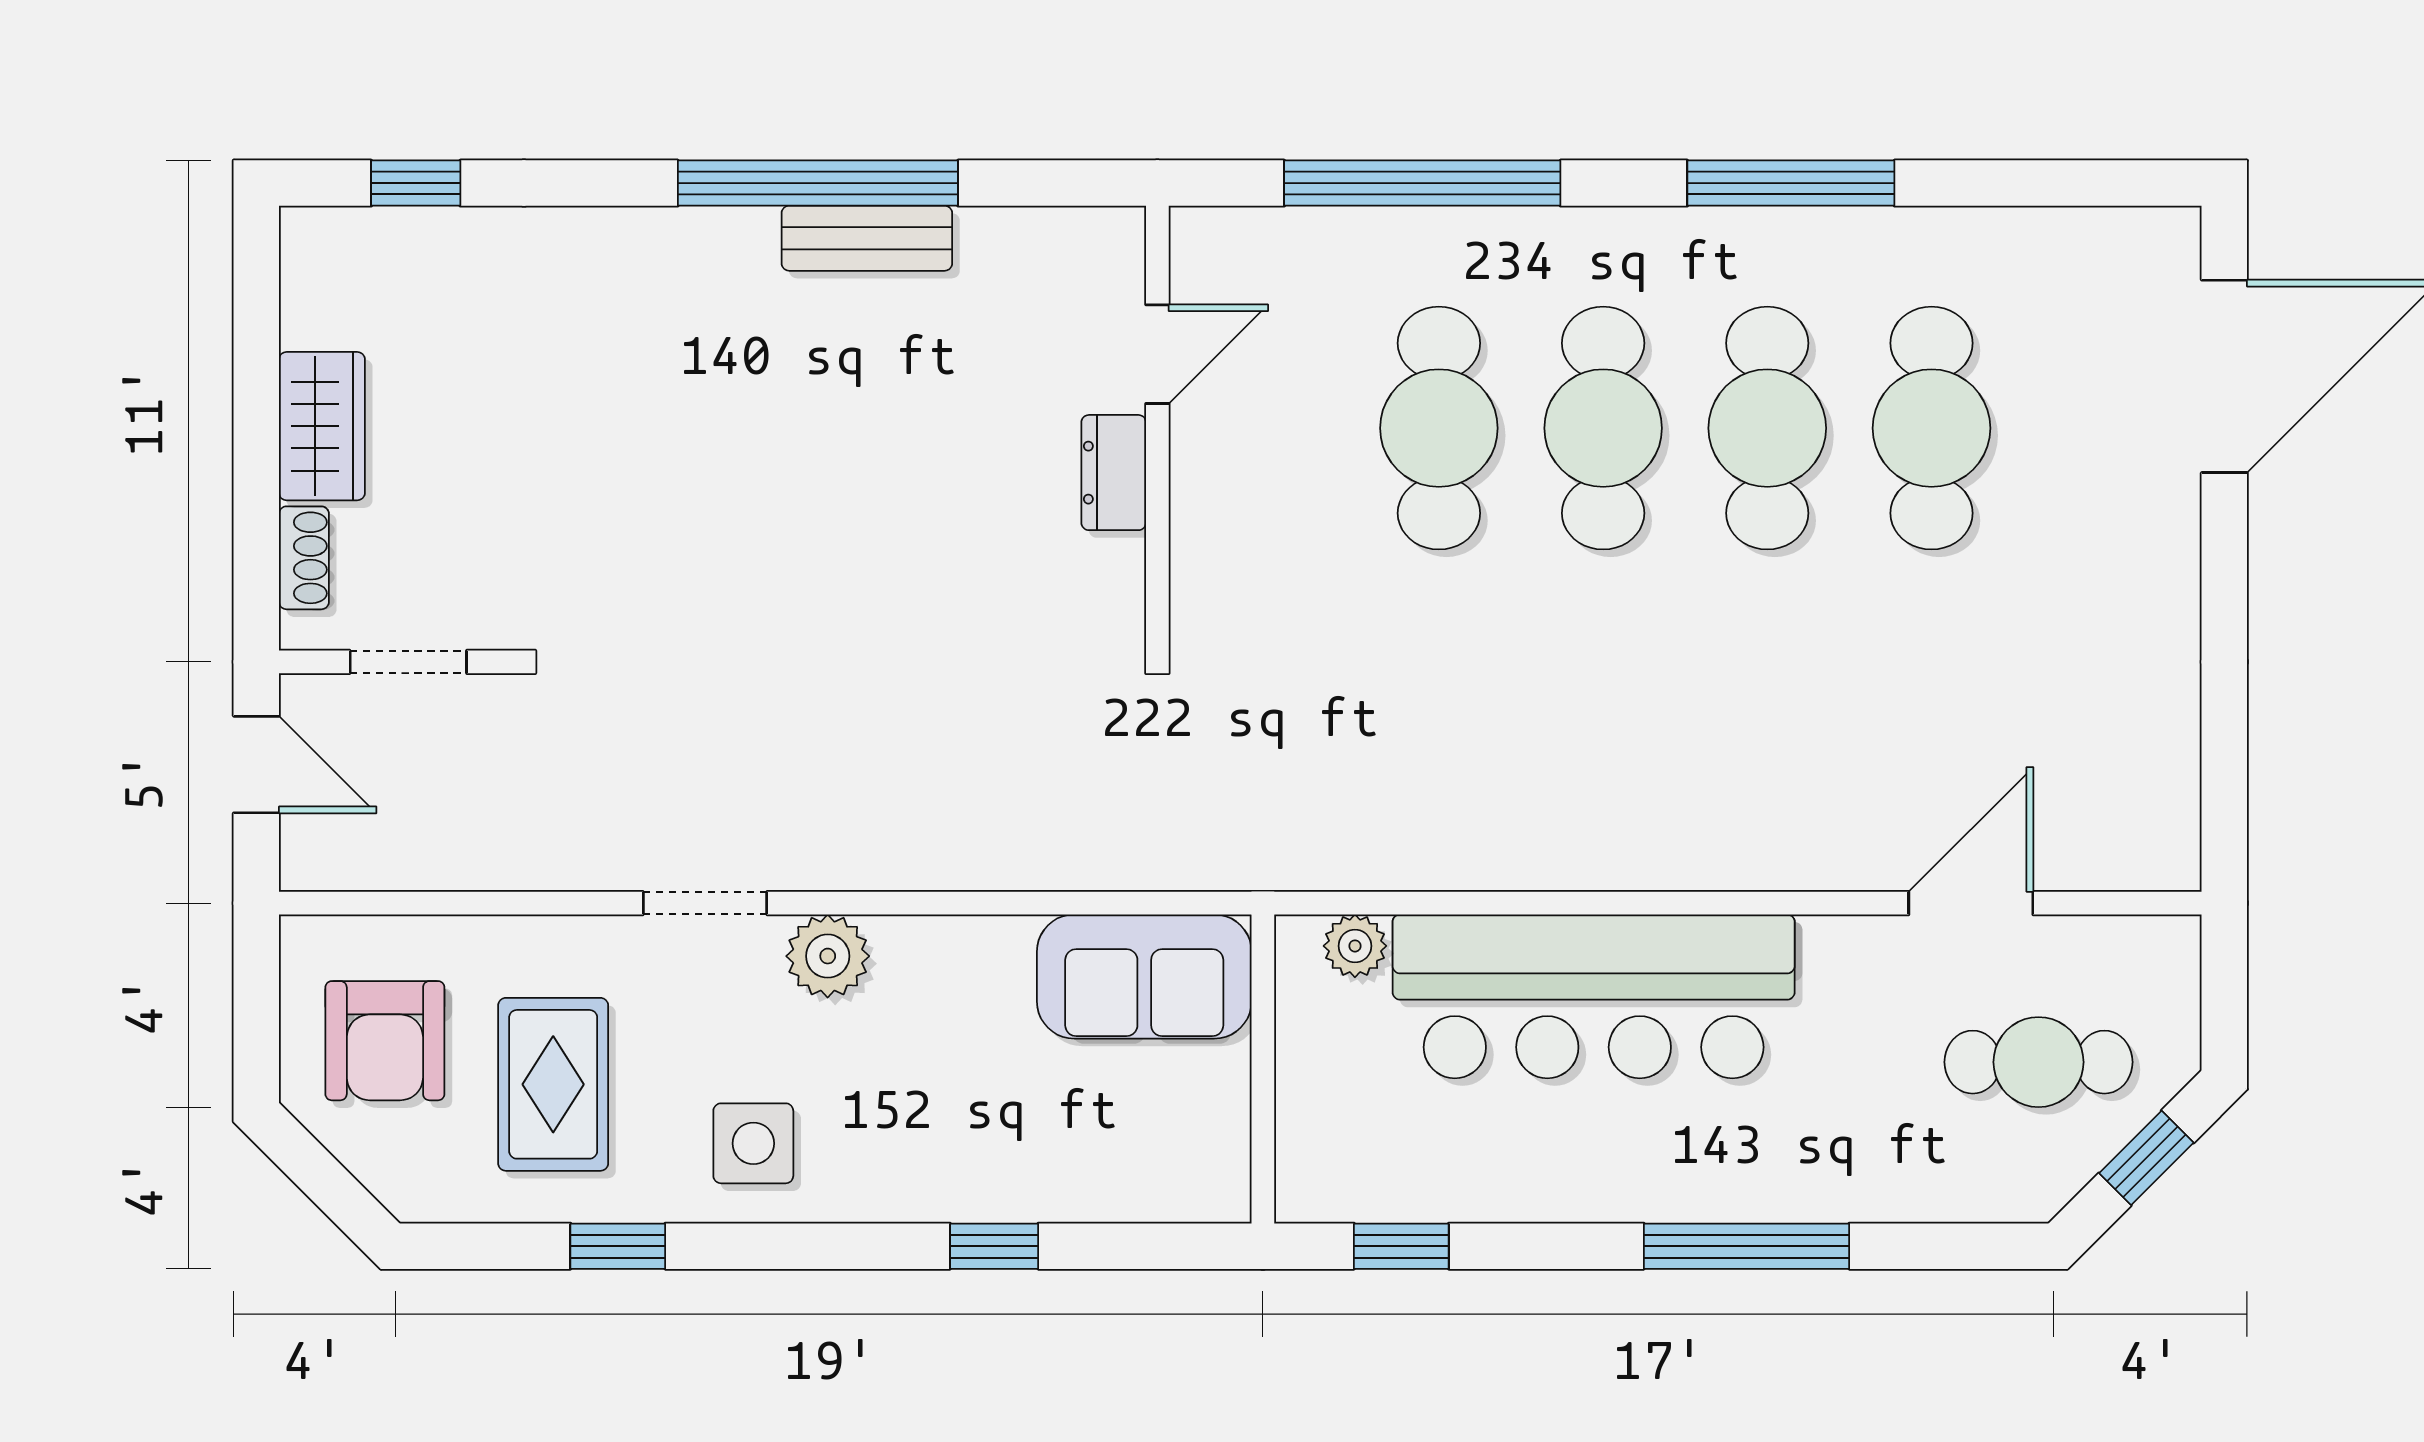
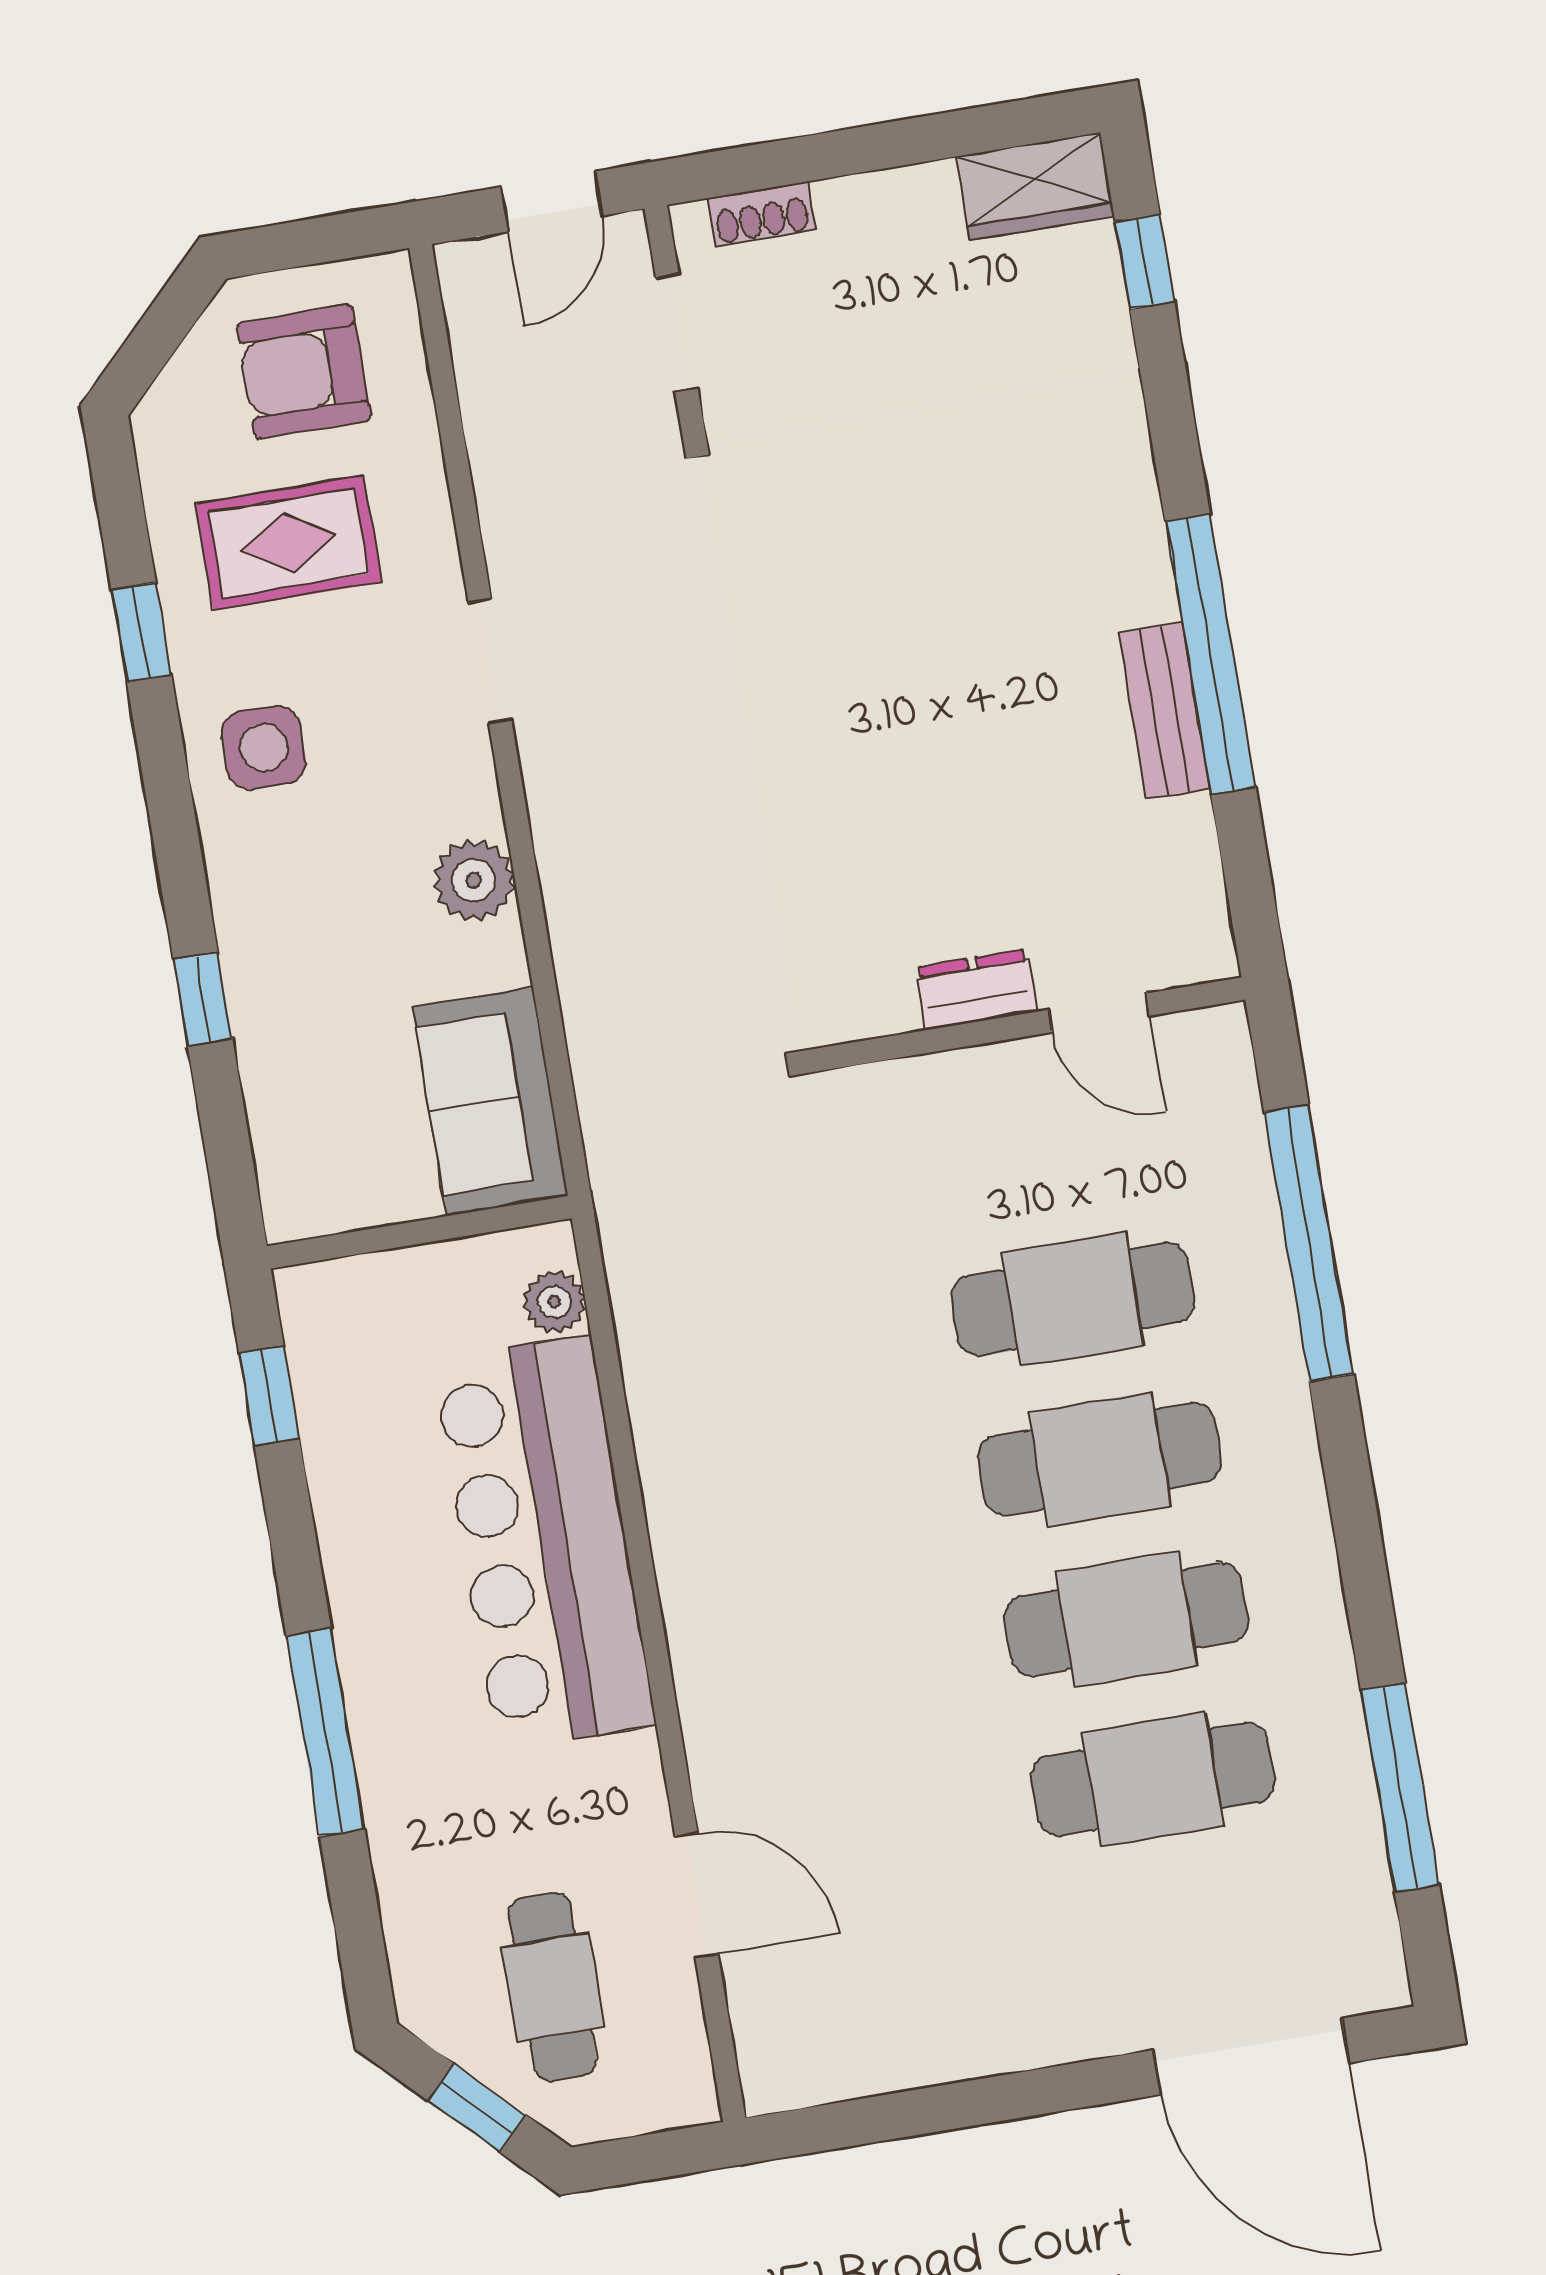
window: (1791, 183) -> (1400, 1787), moved
wardrobe: (322, 426) -> (1035, 186), moved
plant: (828, 956) -> (474, 880), moved

